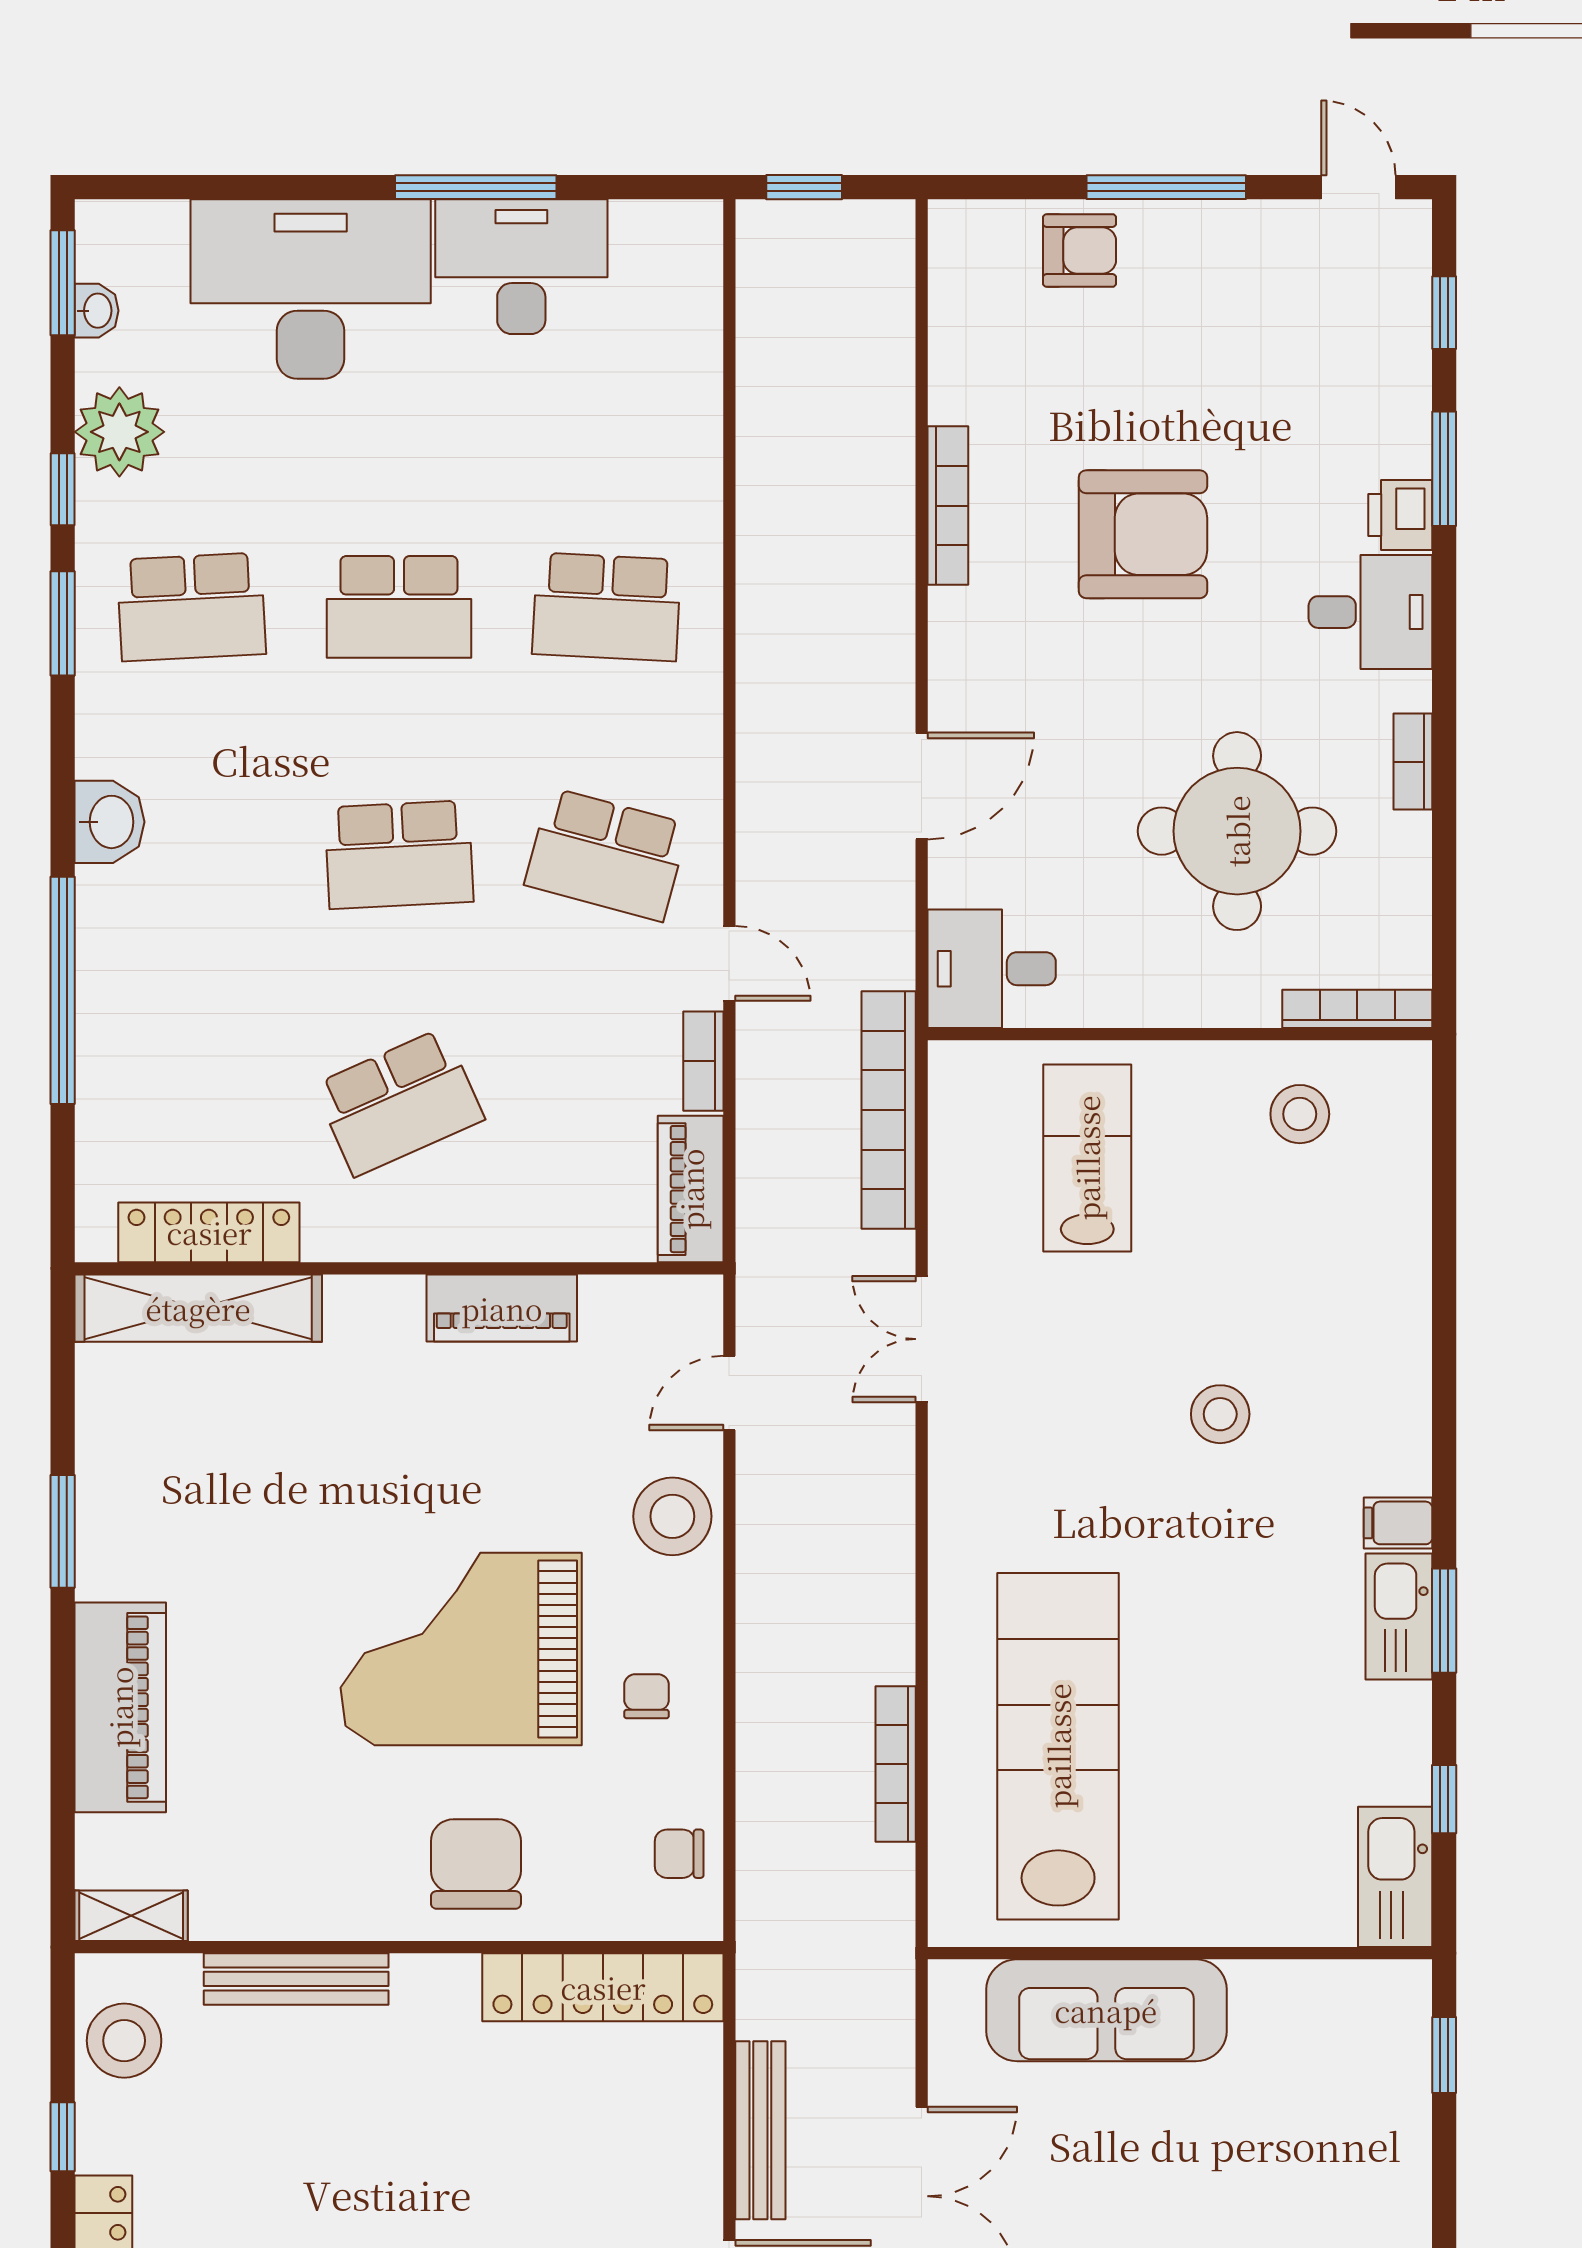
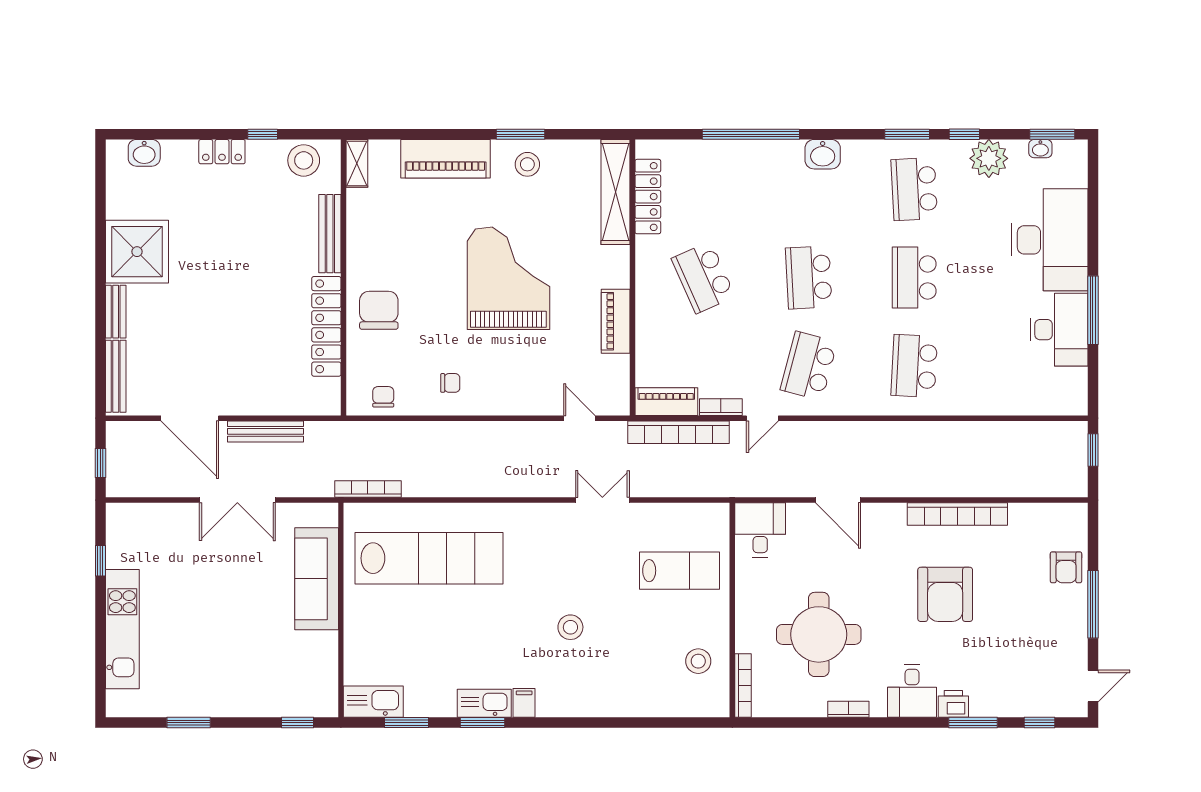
bookcase: (948, 506) -> (957, 514), width x1.48, depth x1.31
bookcase: (889, 1110) -> (678, 432), moved, turned 180
stool: (672, 1516) -> (527, 164), moved, width x0.73, depth x0.73
grand piano: (461, 1649) -> (508, 278), moved
bookcase: (896, 1764) -> (368, 489), moved
window: (1444, 1799) -> (406, 723), width x1.50
chair: (476, 1864) -> (379, 310), turned -90
locker: (603, 1987) -> (326, 326), moved

